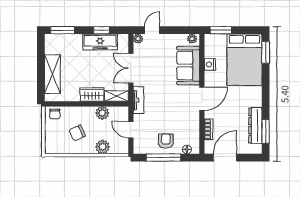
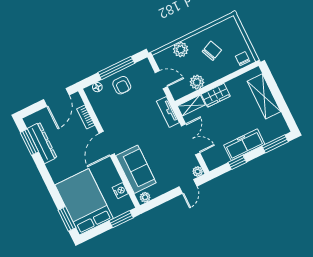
freezer: (100, 42) -> (244, 145), moved
nightstand: (210, 64) -> (120, 191), moved

